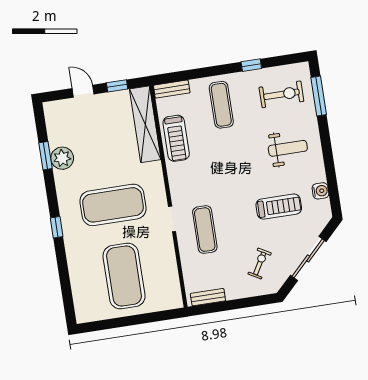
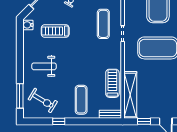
exercise bike: (281, 94) -> (43, 100), turned -149
water cooler: (320, 191) -> (28, 25), moved

